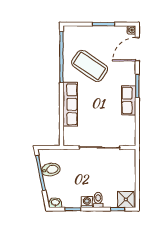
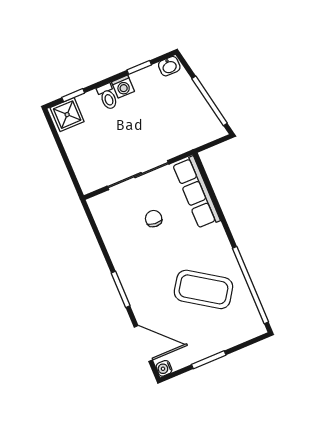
door: (137, 49) -> (143, 344), hinge flipped
row of seats: (129, 100) -> (124, 263), removed
row of seats: (70, 104) -> (196, 192), moved
chair: (101, 119) -> (154, 219), added
bidet: (51, 170) -> (196, 112), removed

